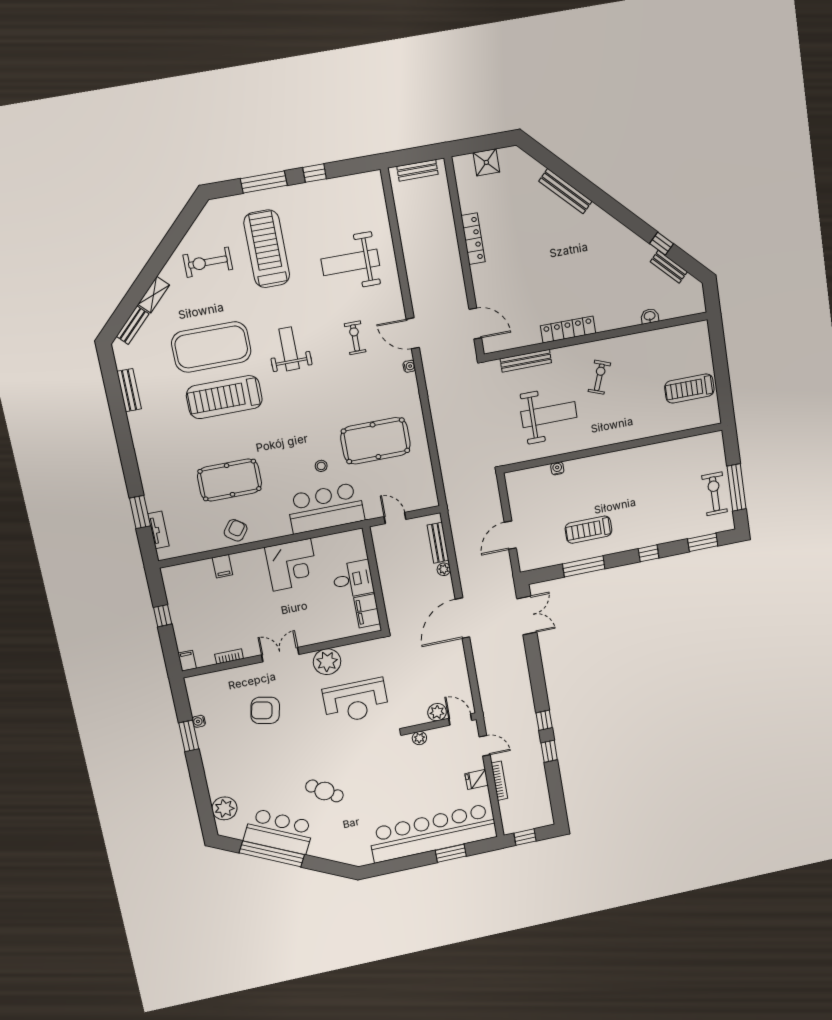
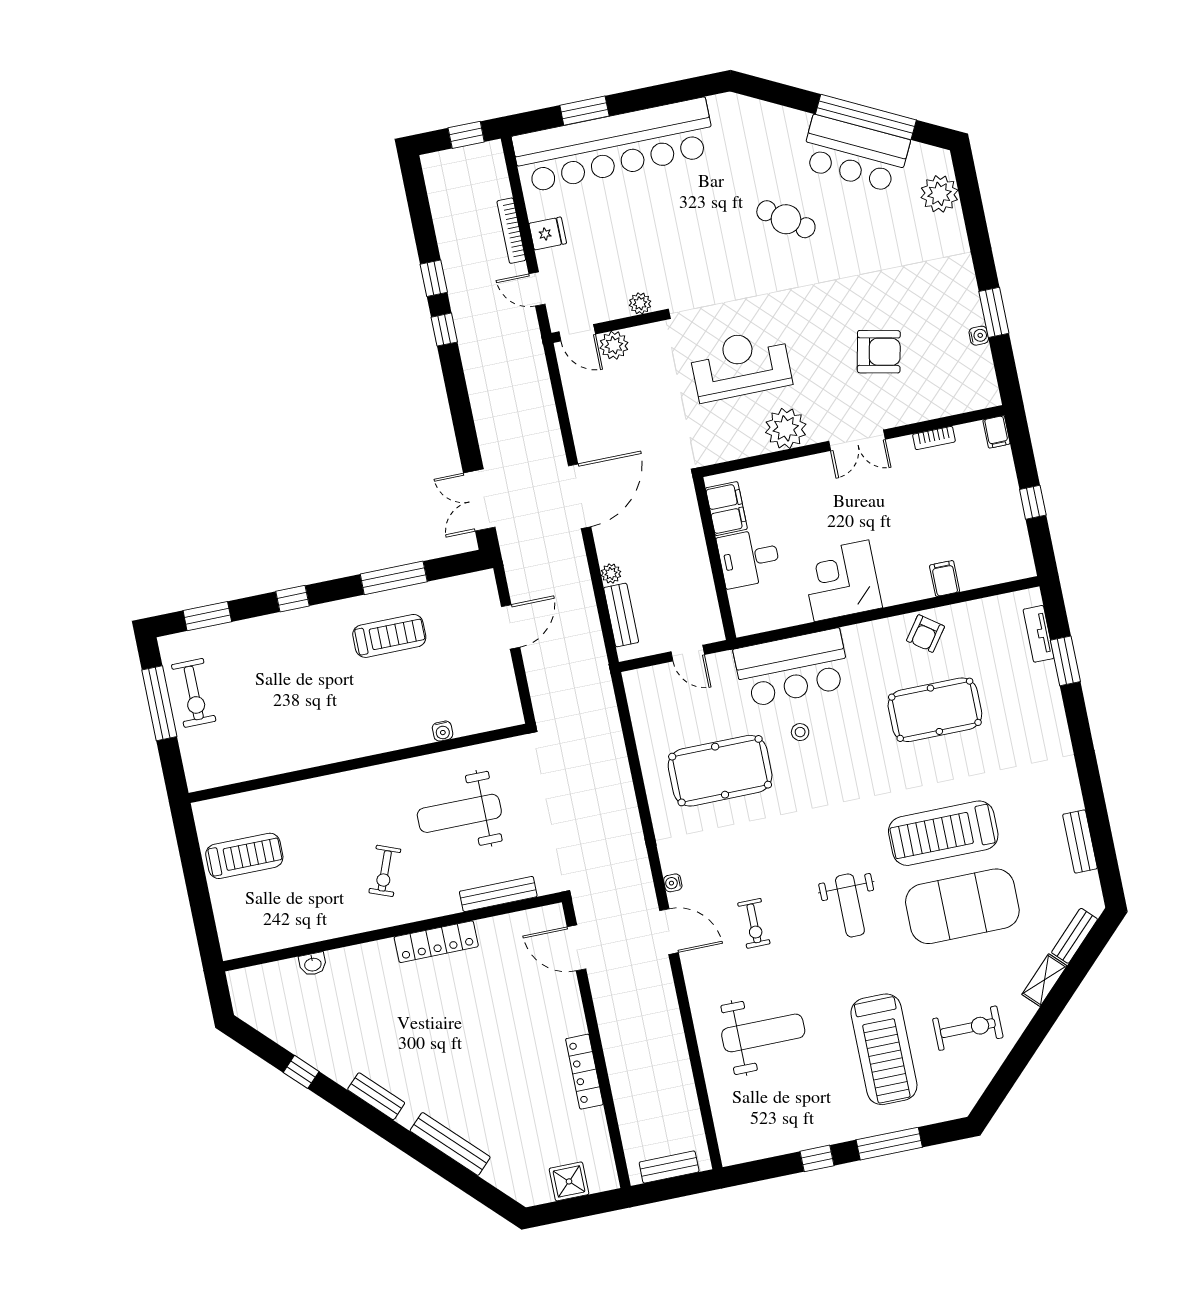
bench: (669, 267) -> (376, 1096), moved
treadmill: (224, 397) -> (943, 833), turned 180

